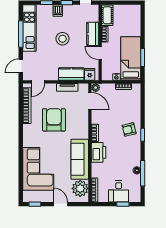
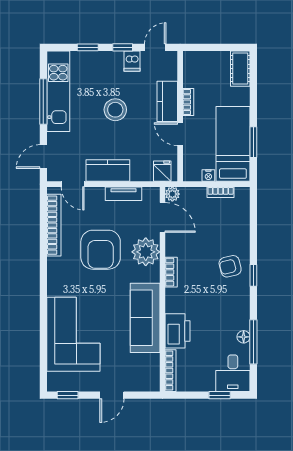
dishwasher: (58, 11) -> (132, 61), moved
cot: (107, 15) -> (240, 69), moved
kitchen counter: (71, 74) -> (108, 171), moved
door: (38, 82) -> (73, 184), hinge flipped
armchair: (54, 120) -> (101, 250), turned 180
printer: (99, 152) -> (178, 331), moved
plant: (80, 188) -> (146, 252), moved
desk: (119, 191) -> (233, 373), moved
door: (61, 204) -> (112, 395), swing flipped

